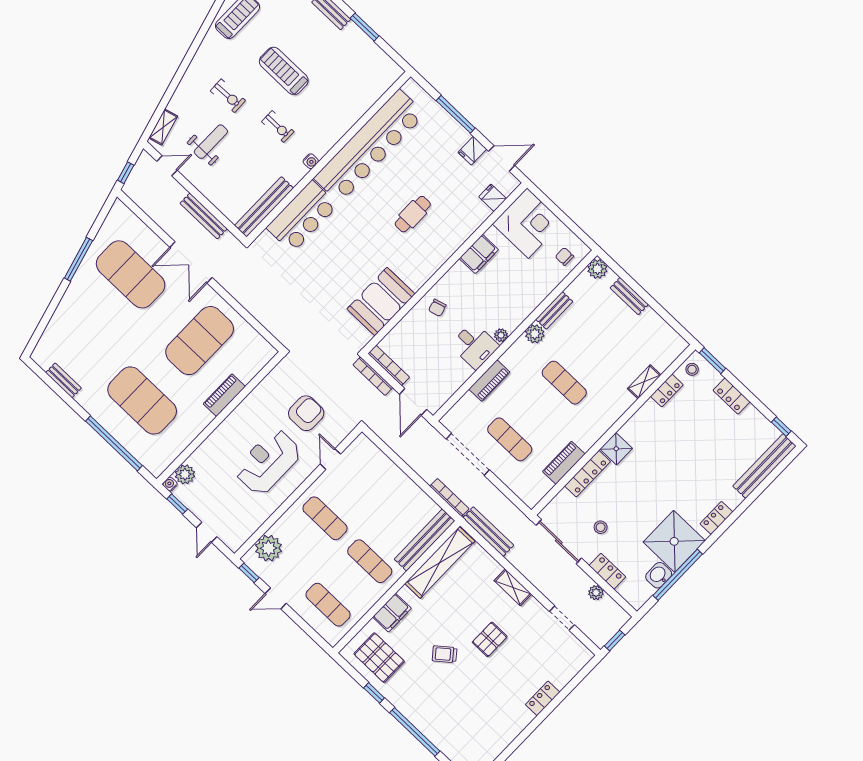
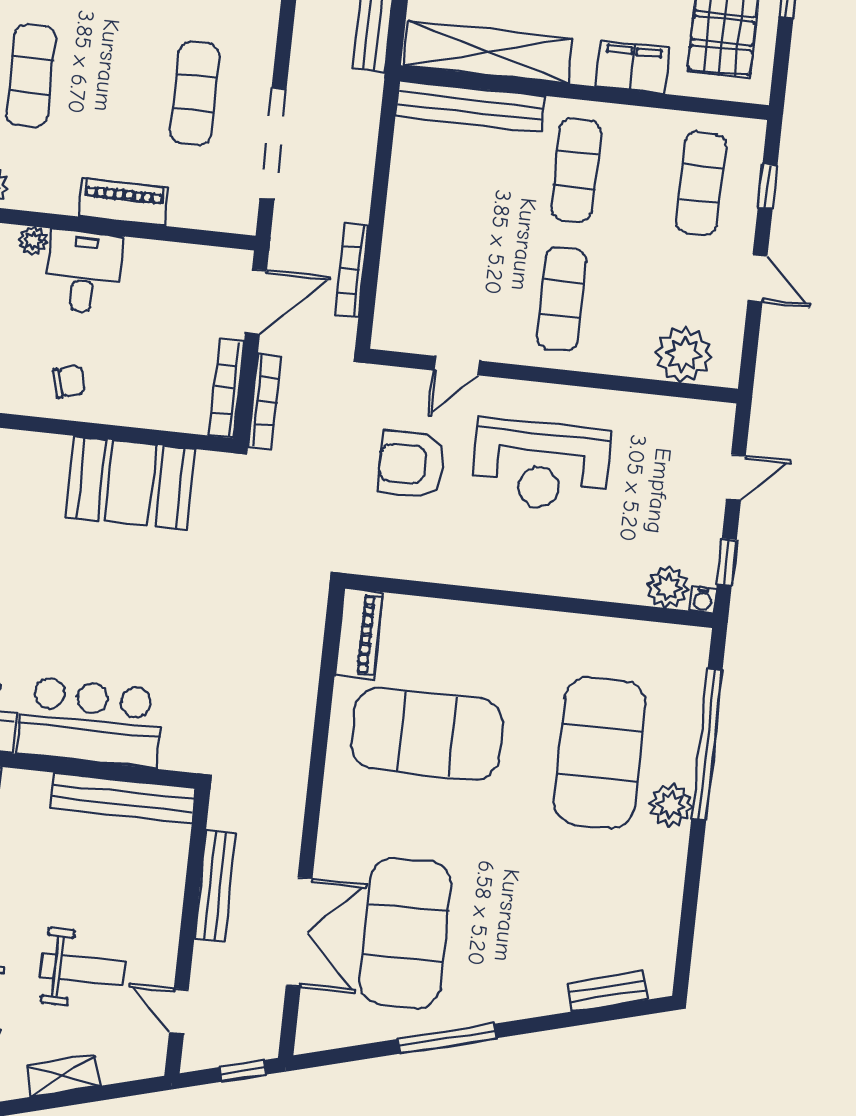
shelving: (163, 127) -> (63, 1076), moved
weight bench: (211, 142) -> (83, 969), turned 180
double door: (191, 262) -> (299, 932), moved
bench: (63, 380) -> (608, 991), moved, turned 75
piano: (224, 395) -> (359, 634), moved, turned -90
plant: (101, 412) -> (671, 805), added
bookcase: (449, 497) -> (352, 270), moved
window: (249, 573) -> (768, 186), moved

